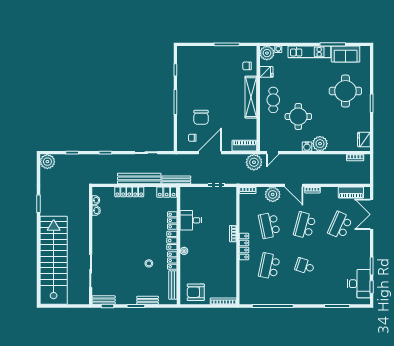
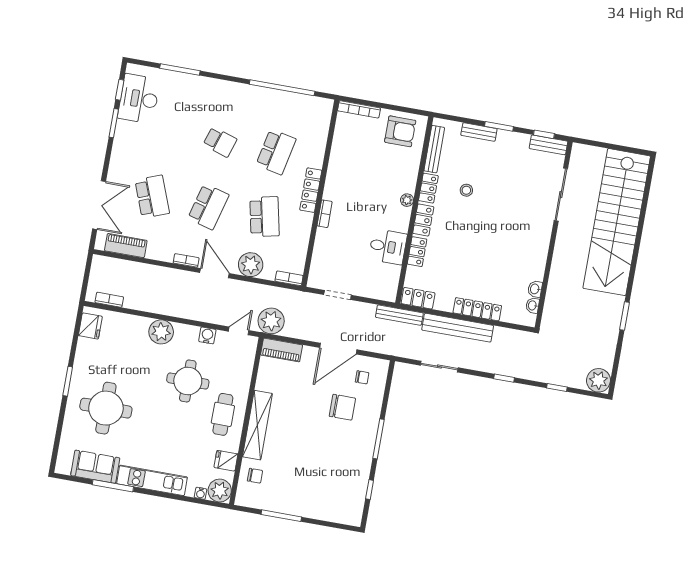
chair: (201, 117) -> (342, 407), turned 90
water cooler: (307, 146) -> (207, 335), moved
school desk: (340, 225) -> (152, 197), turned -45

